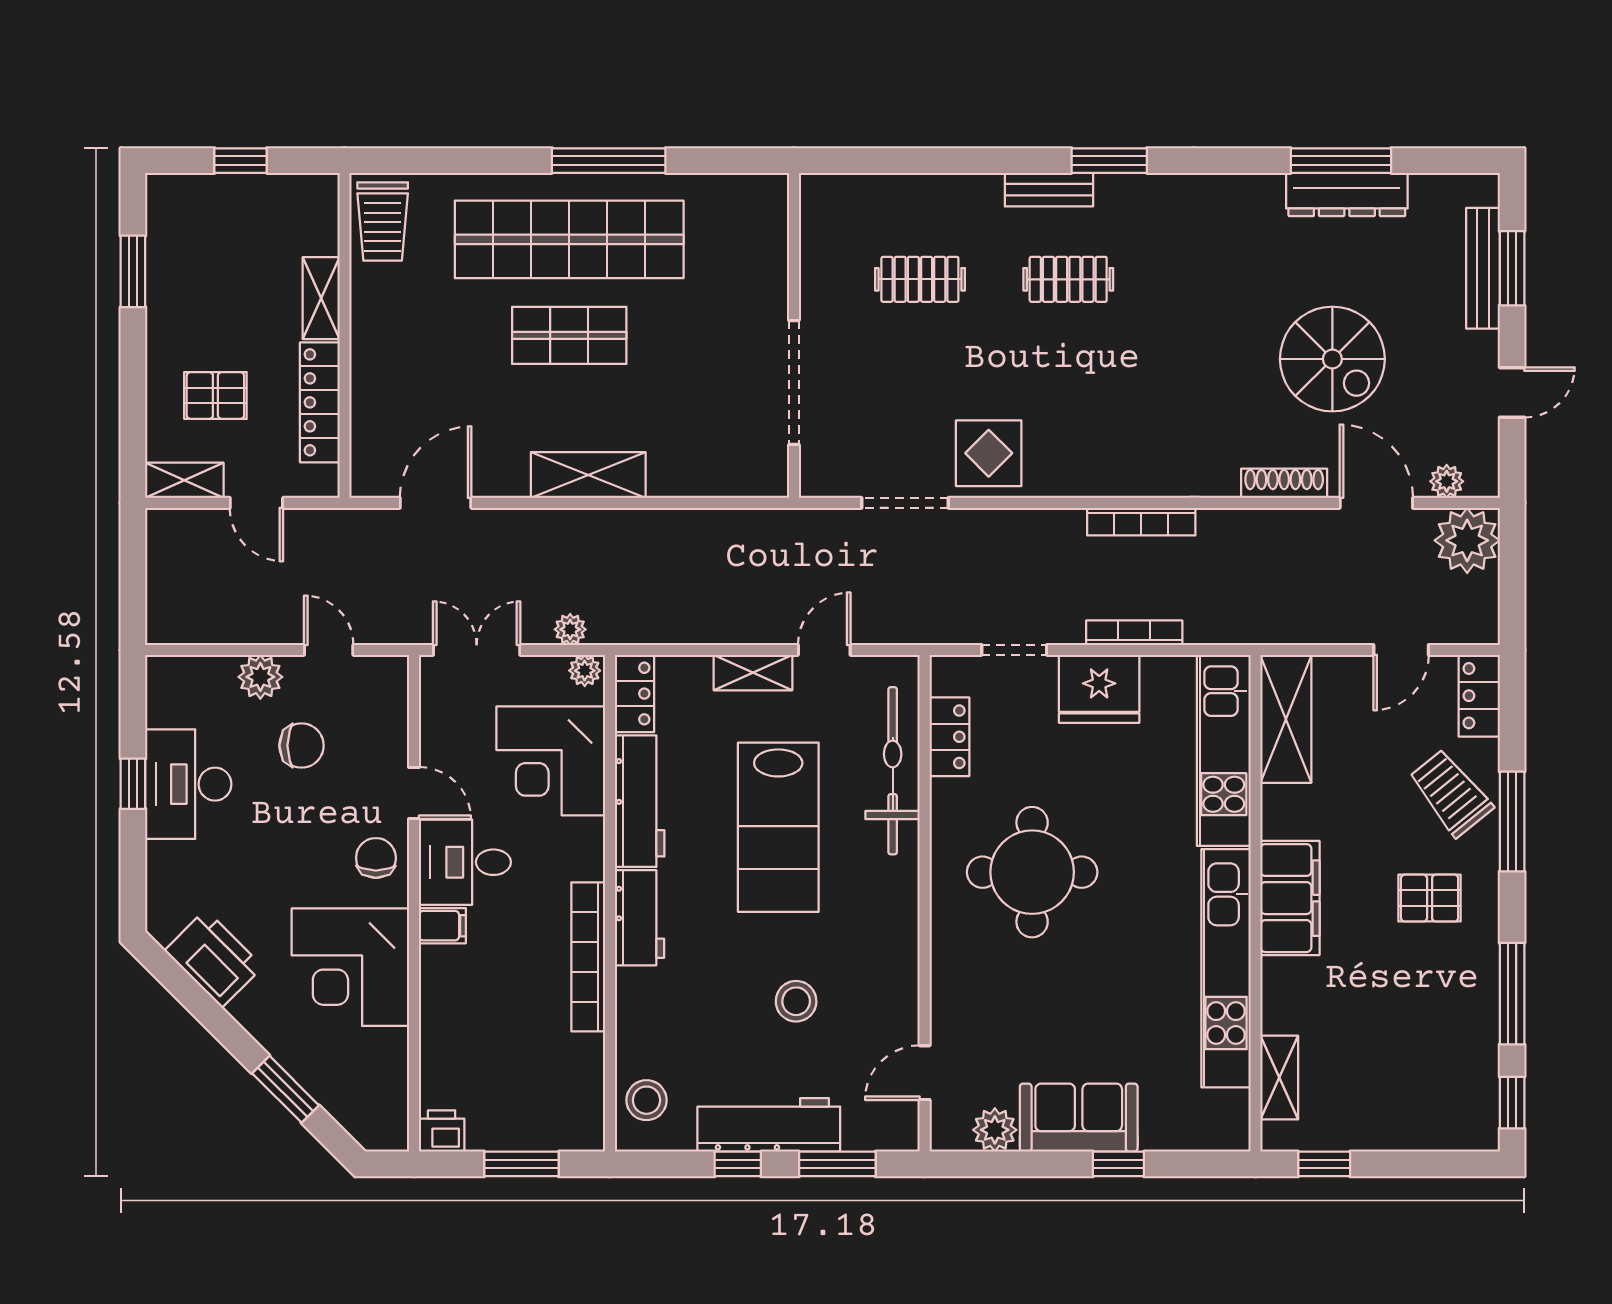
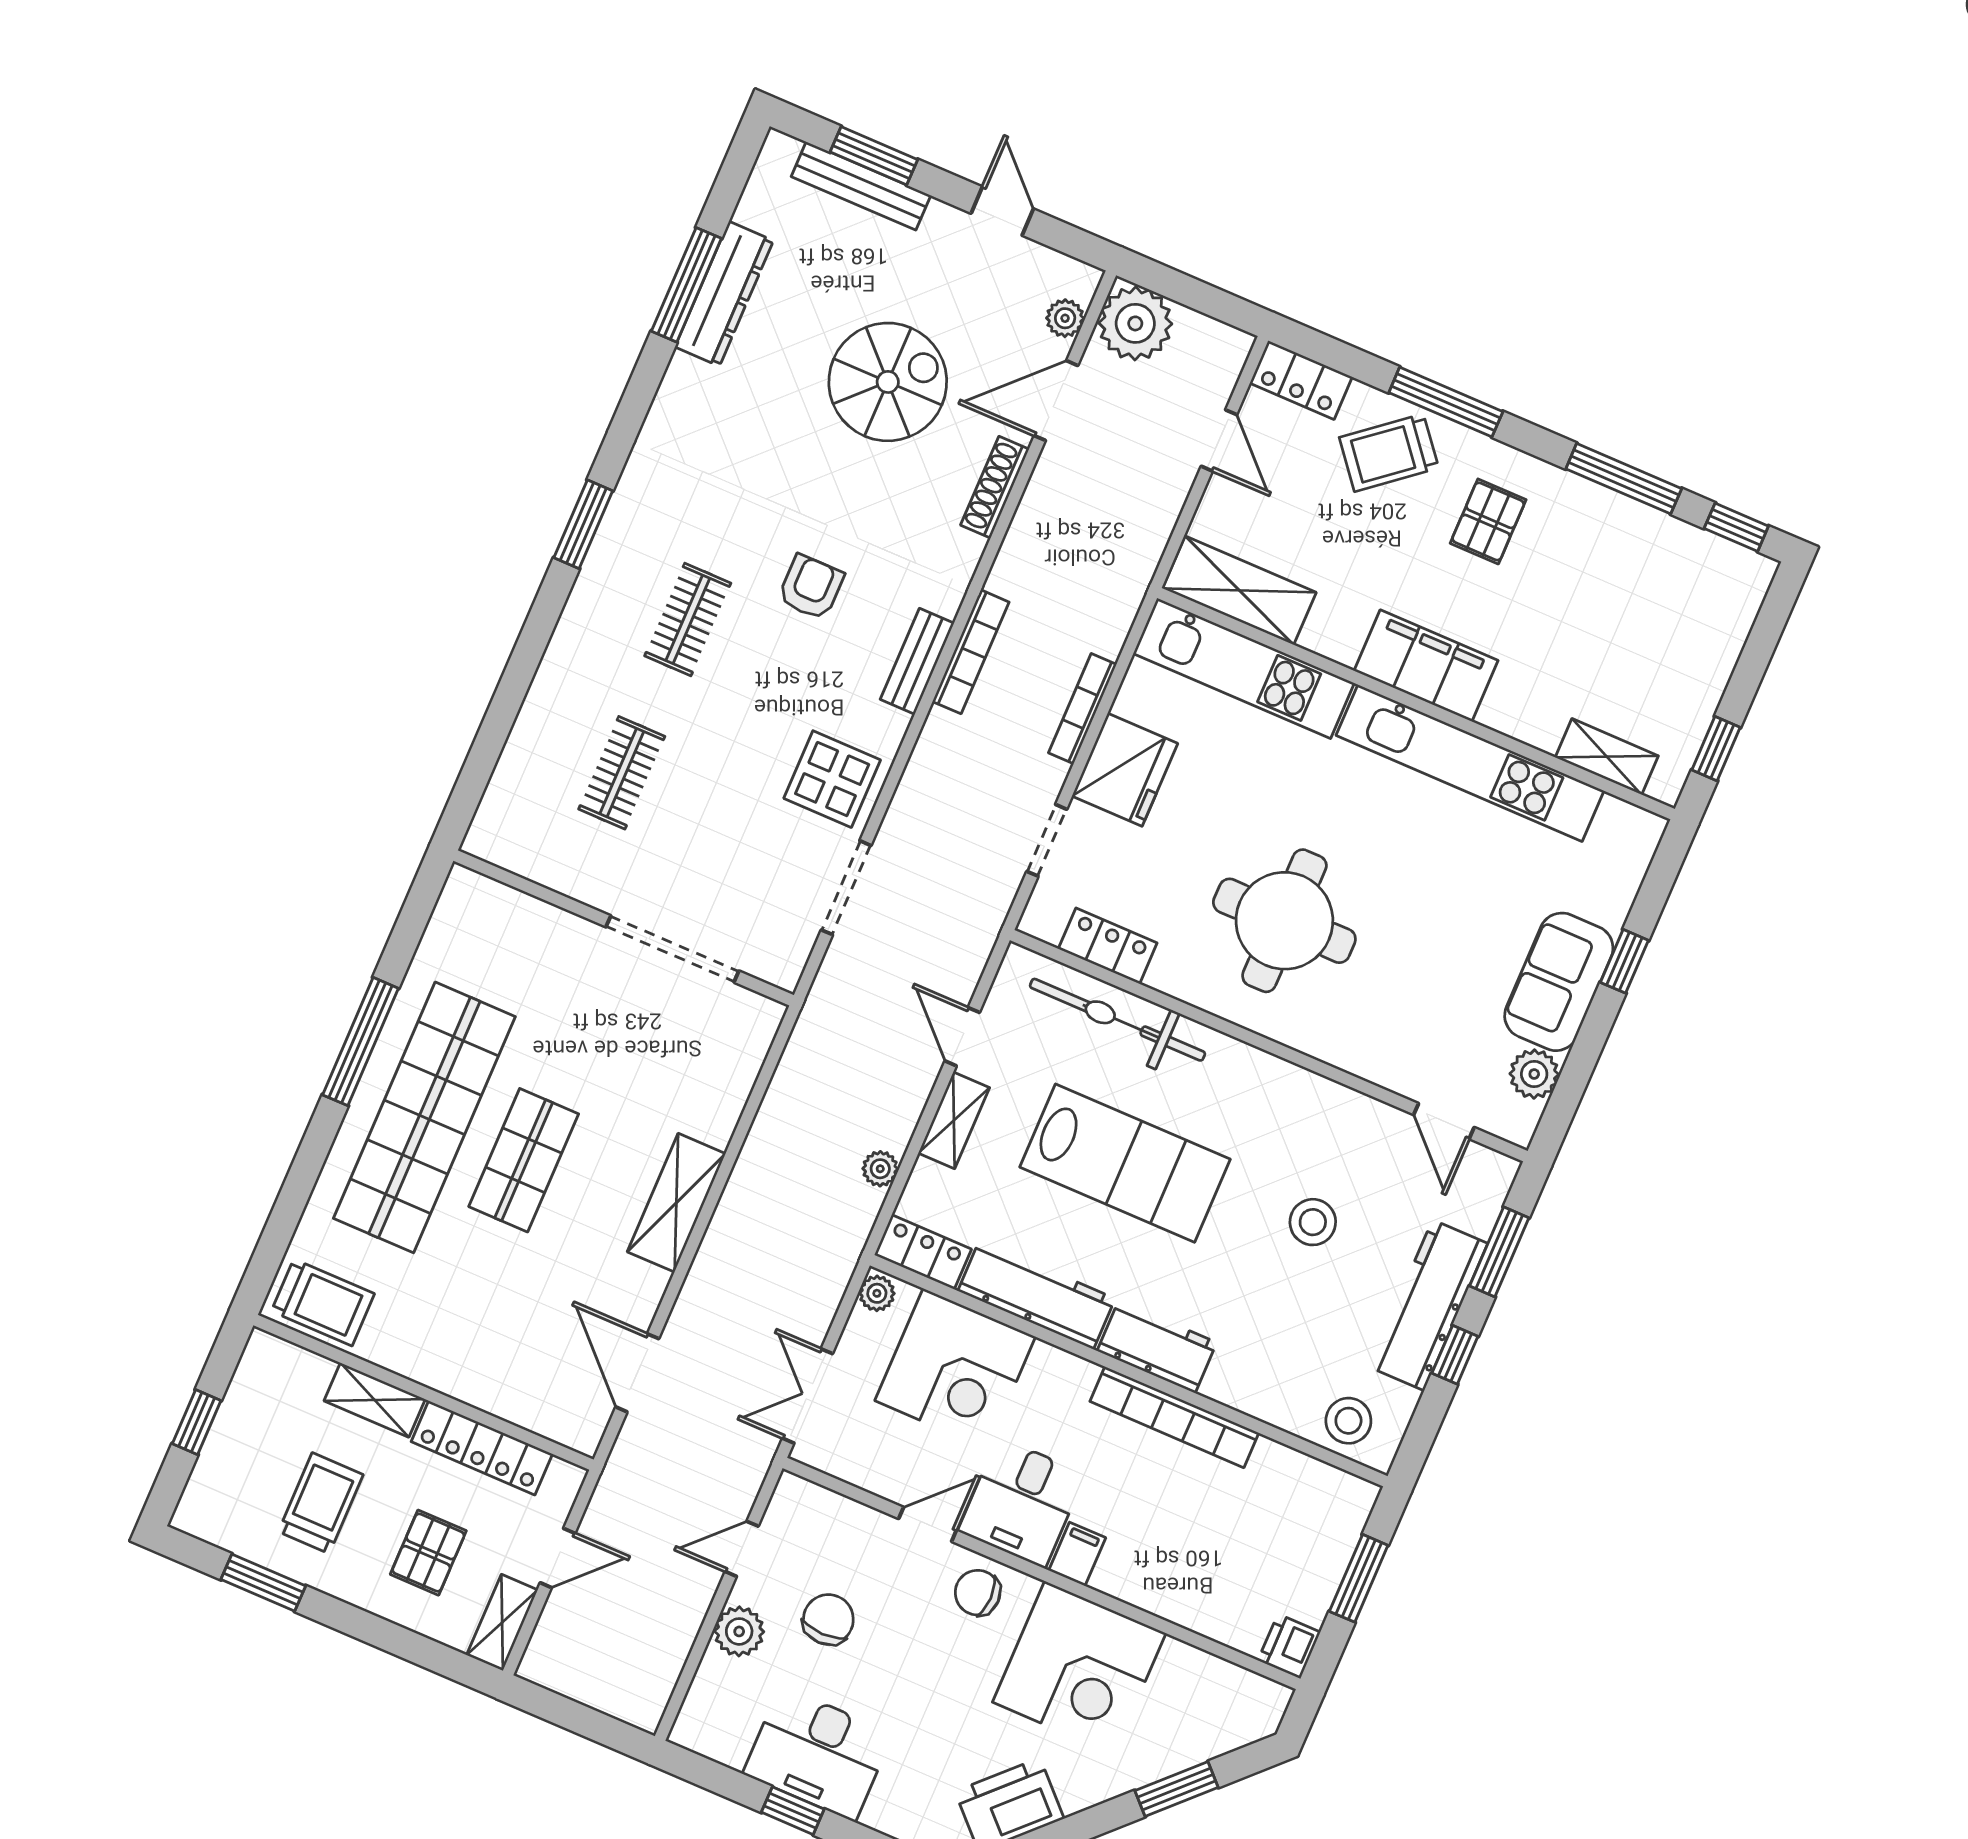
bench: (1049, 190) -> (917, 661), moved
trolley: (218, 290) -> (321, 1503), added
armchair: (1138, 368) -> (811, 587), added
plant: (570, 629) -> (880, 1169), moved

